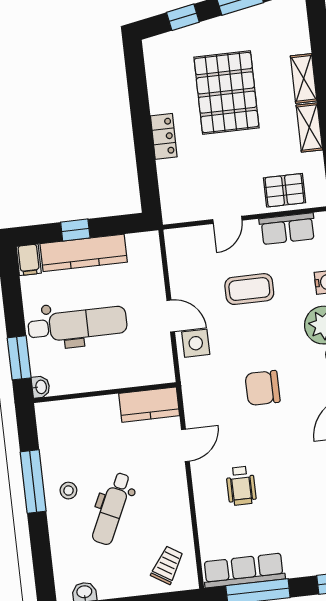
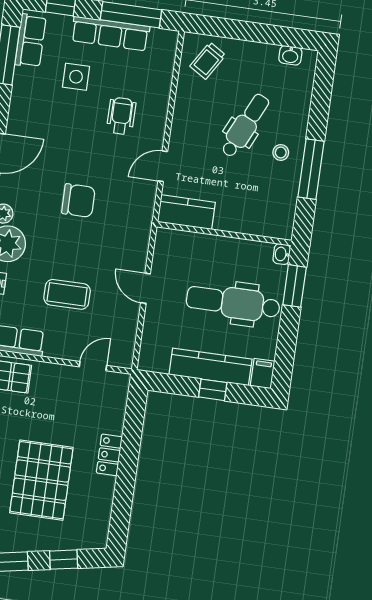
door: (227, 220) -> (93, 366), moved
side table: (196, 343) -> (76, 77), moved
row of seats: (244, 570) -> (110, 34), moved

